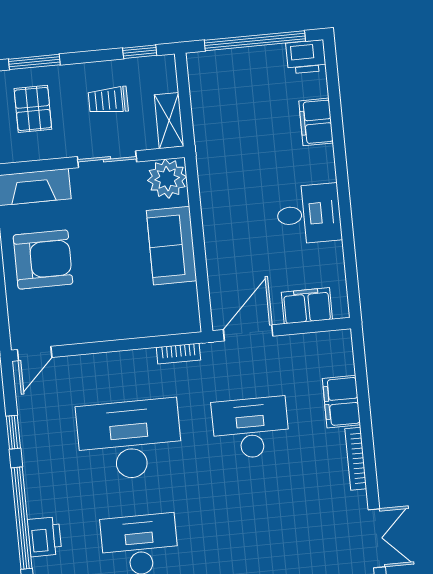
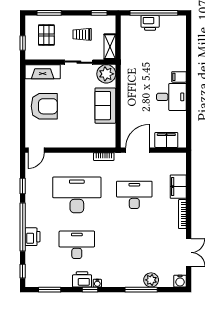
printer: (306, 57) -> (150, 23), moved
filing cabinet: (316, 122) -> (179, 77), moved, width x0.50

